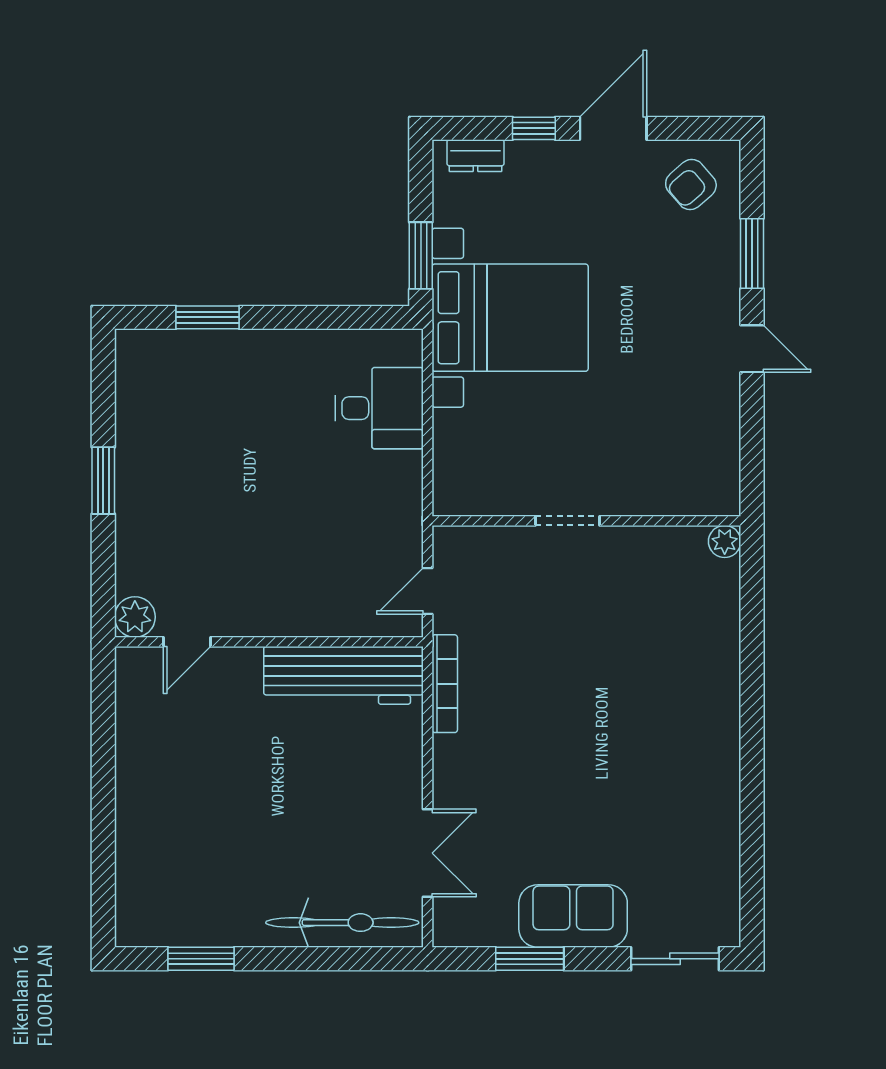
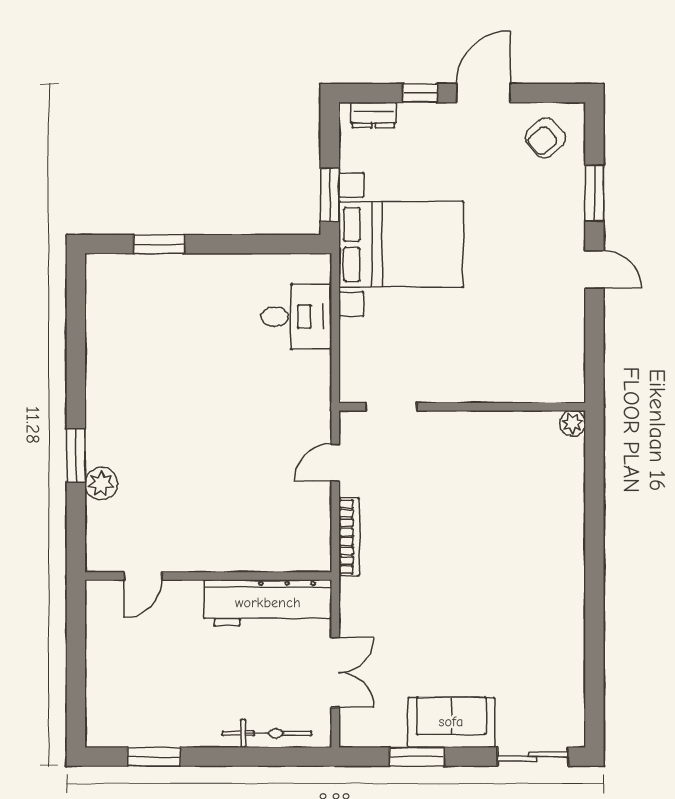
window: (103, 480) -> (76, 456), moved
doorway: (567, 521) -> (391, 407), moved
door: (187, 642) -> (143, 576), moved
wall: (269, 642) -> (208, 576), moved
workbench: (343, 675) -> (268, 603), moved
bicycle: (342, 923) -> (267, 733), width x0.73, depth x0.71

